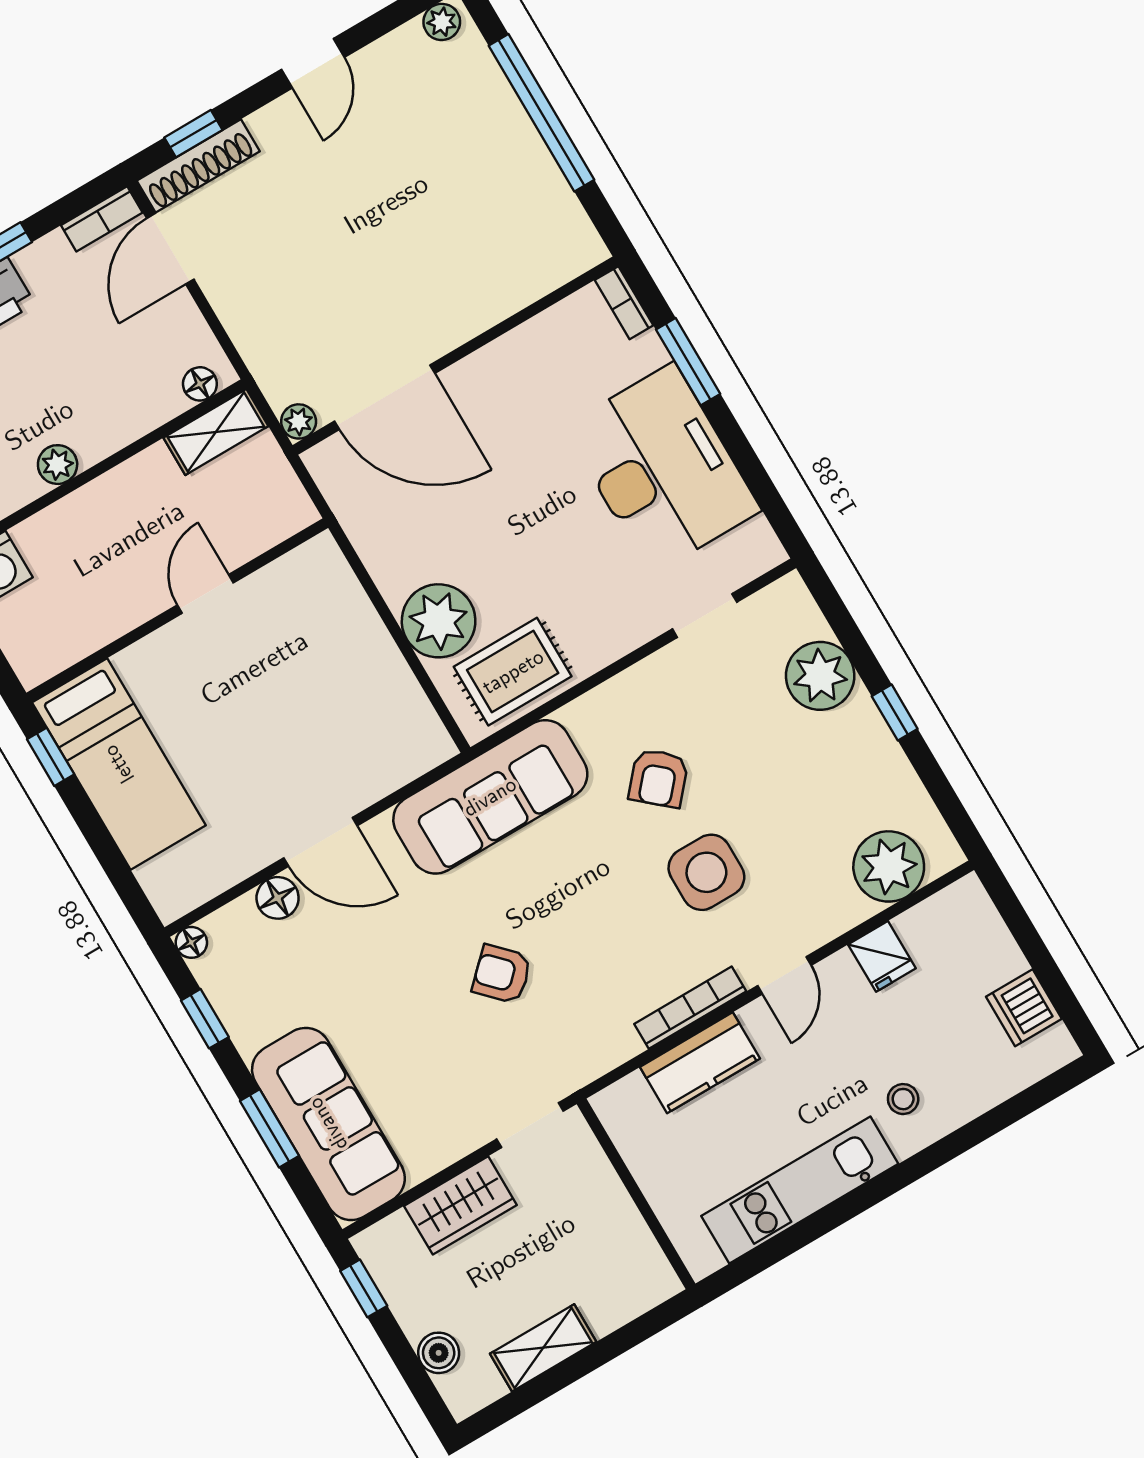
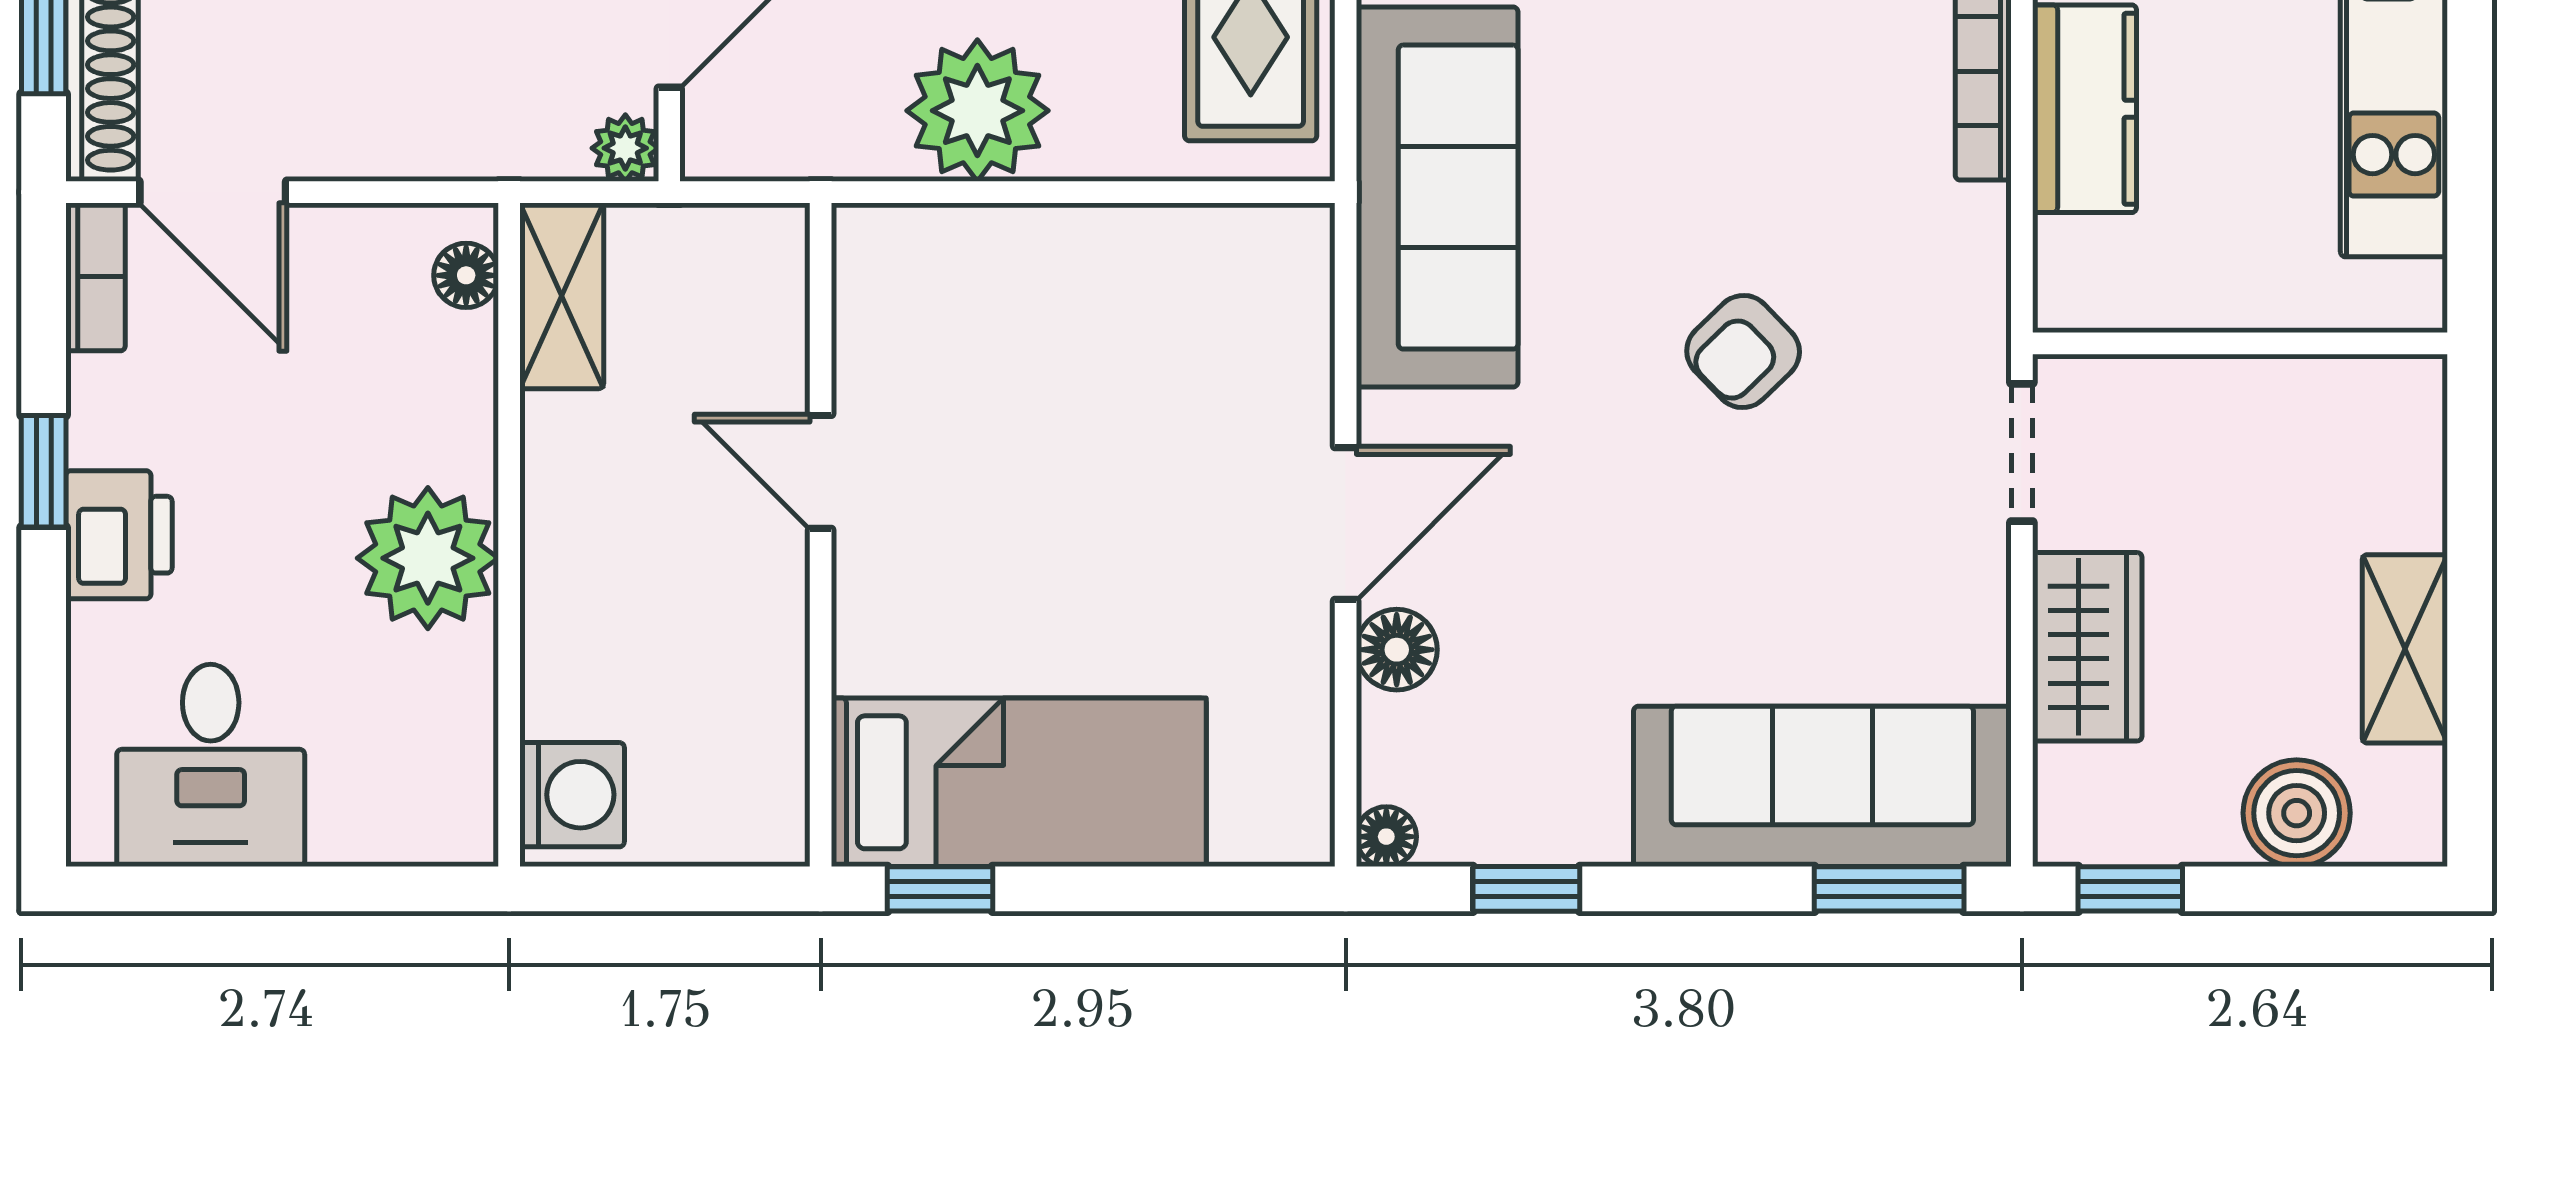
plant: (58, 465) -> (428, 558), width x1.88, depth x1.88
plant: (439, 621) -> (977, 111), moved
window: (269, 1128) -> (1889, 889), moved
boiler: (439, 1353) -> (2297, 813), width x1.36, depth x1.36

